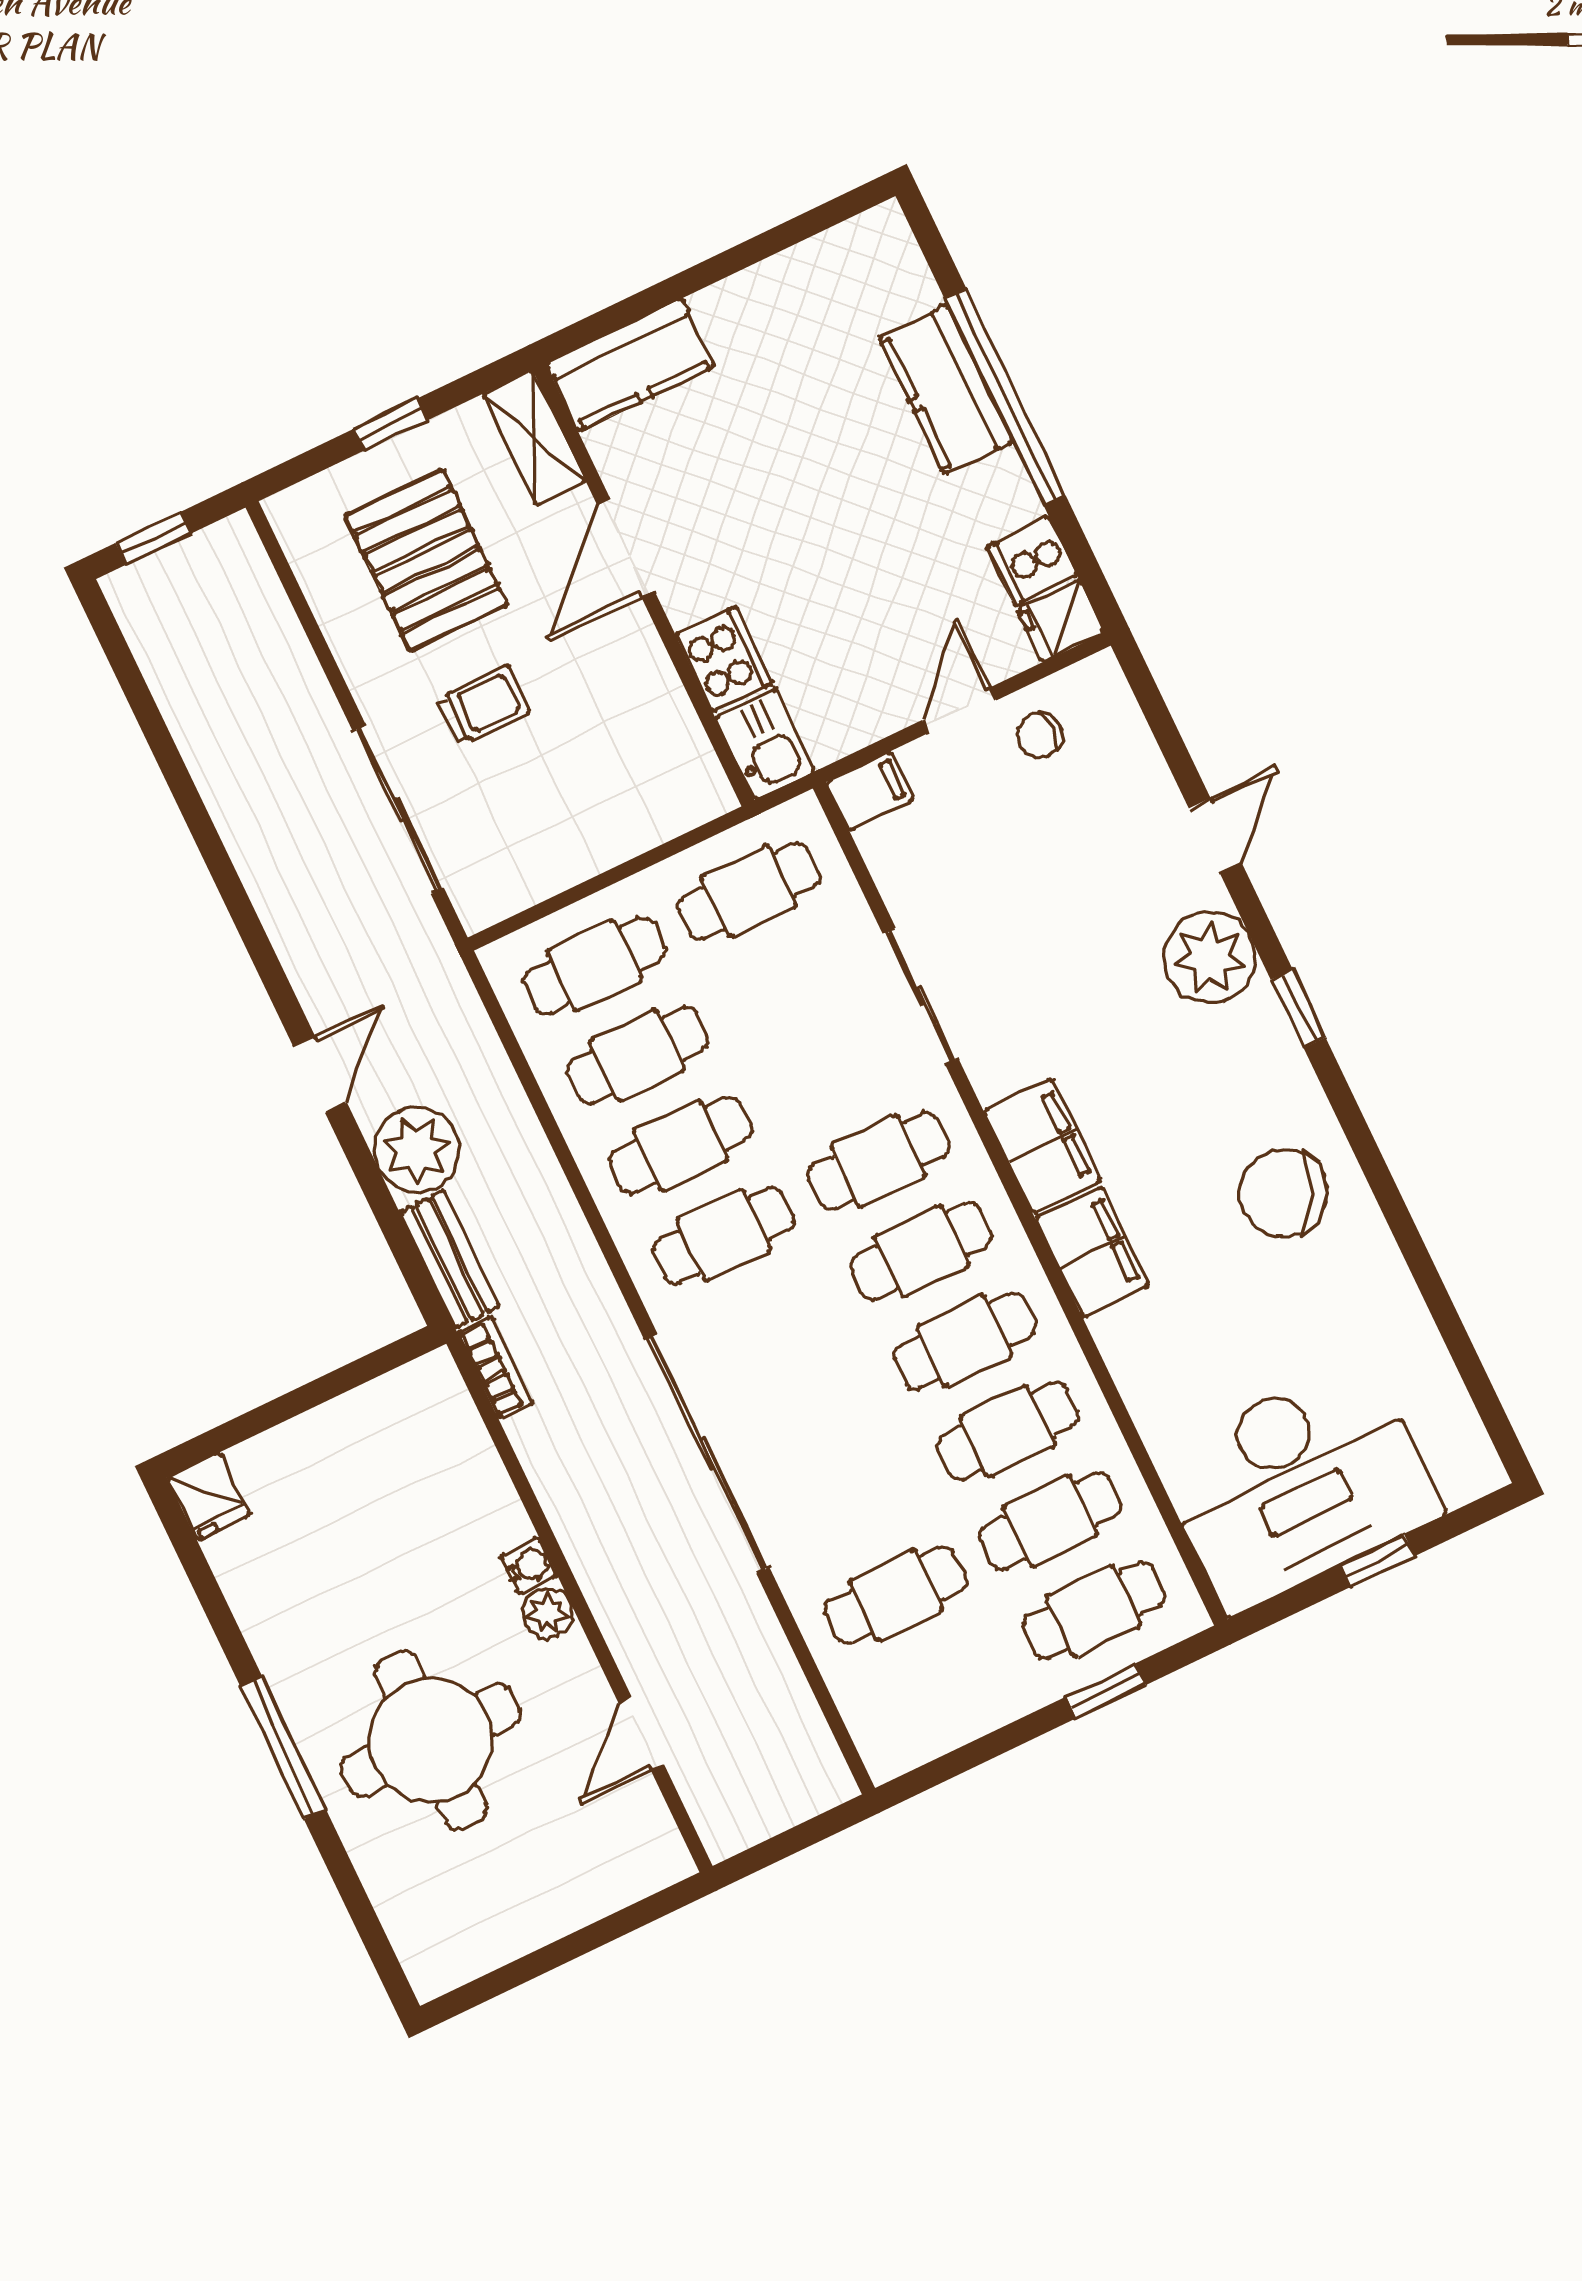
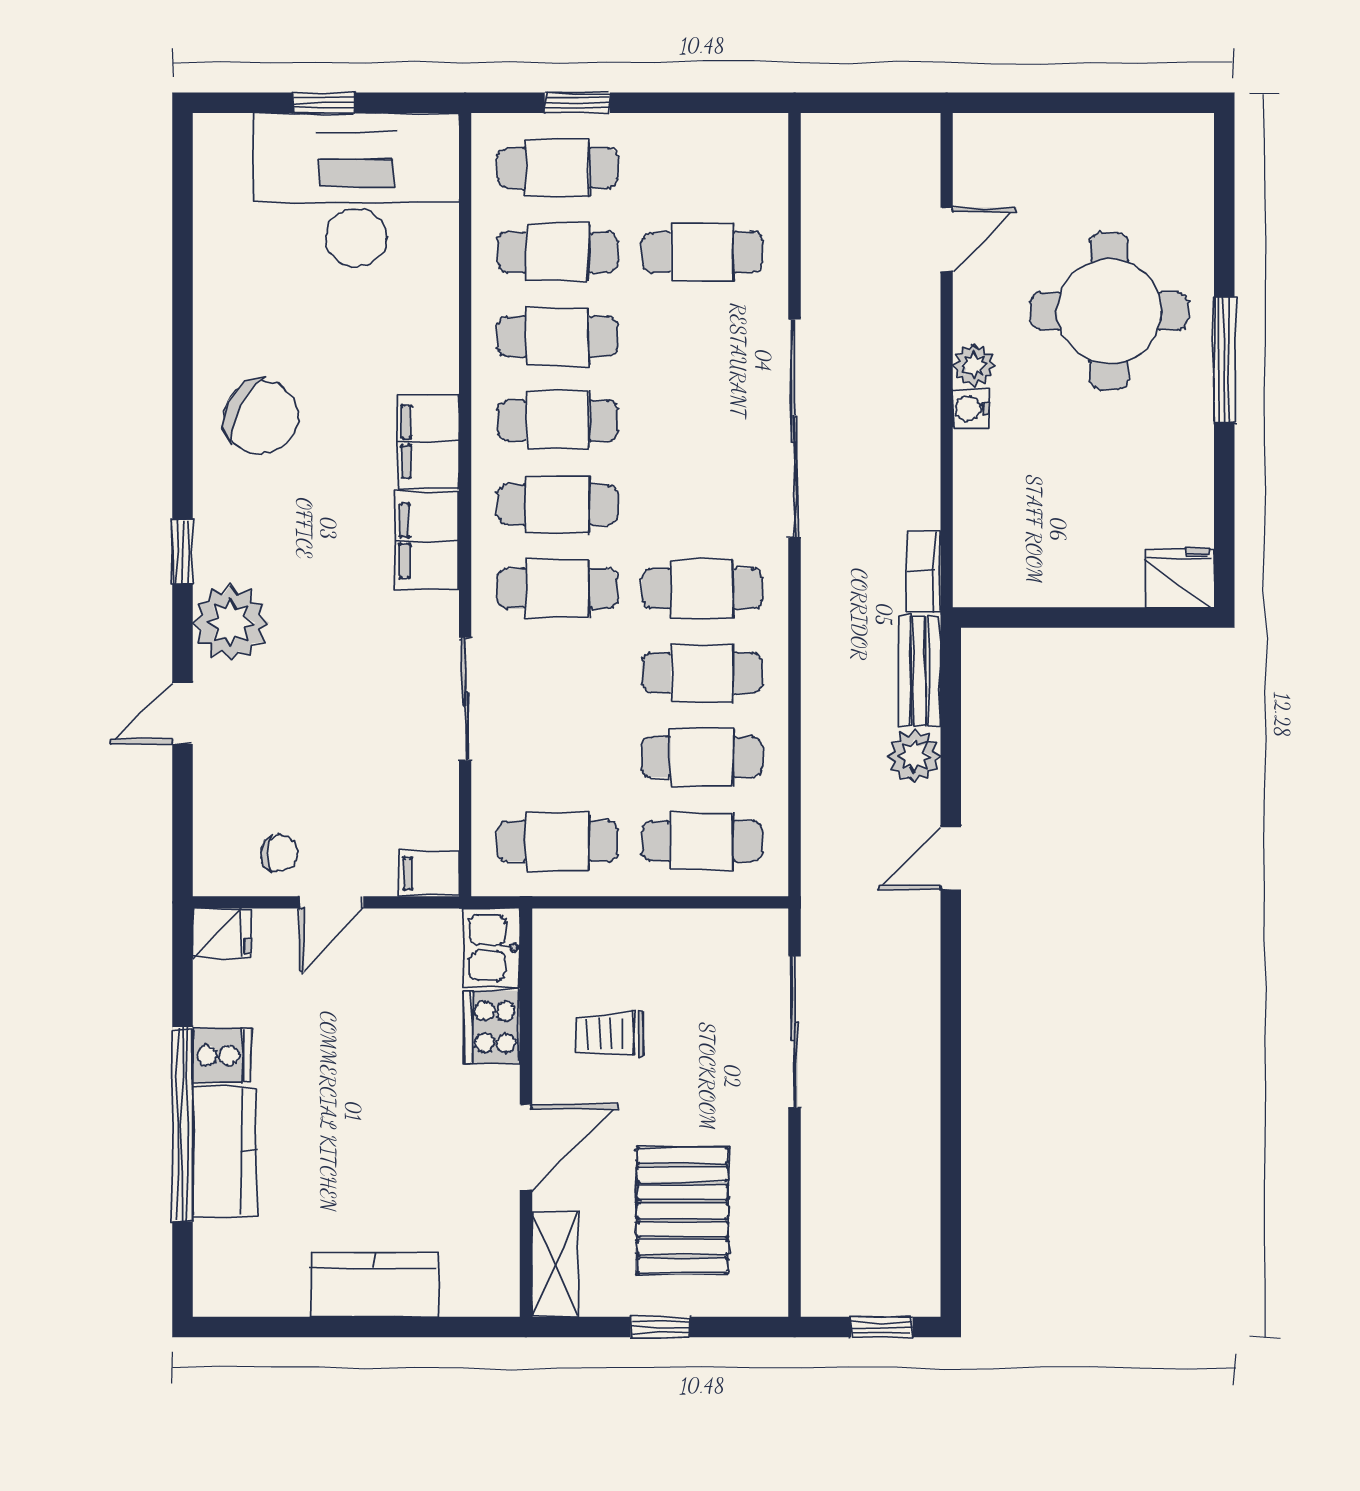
kitchen counter: (630, 365) -> (374, 1285), moved
cooker: (1032, 561) -> (222, 1055), moved
trolley: (483, 705) -> (610, 1034), moved
plant: (417, 1150) -> (914, 756), width x0.73, depth x0.73
fridge: (209, 1496) -> (1180, 578), width x1.38

